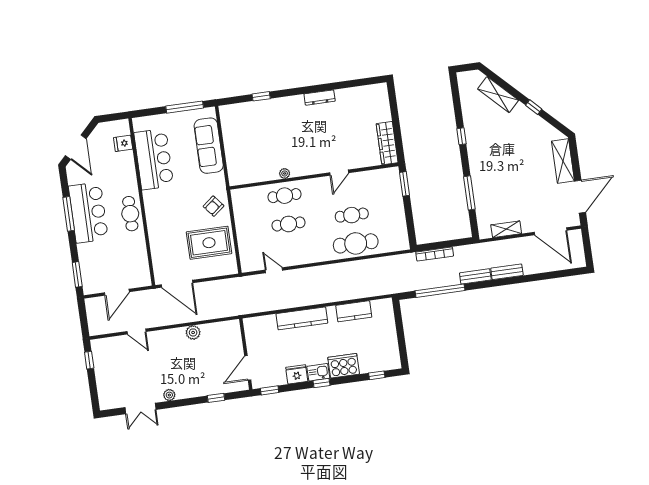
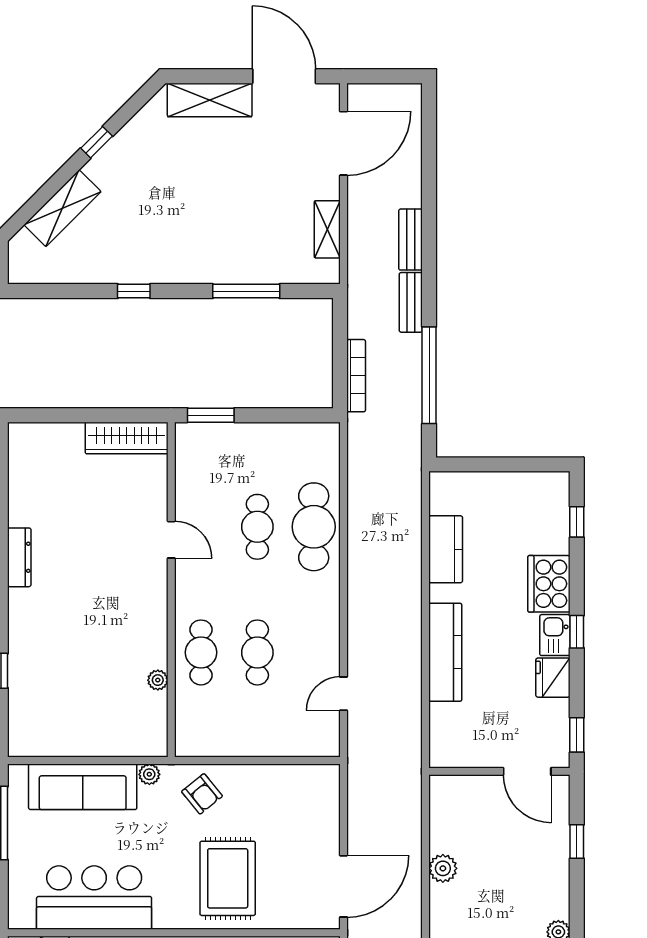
plant: (285, 173) -> (158, 680), moved
plant: (220, 178) -> (149, 774), added
rug: (209, 243) -> (228, 878), moved

